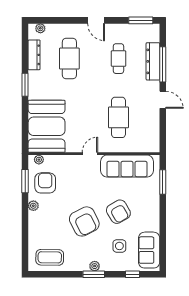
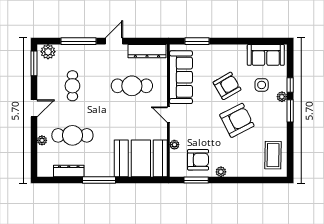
plant: (40, 28) -> (42, 140), moved
plant: (152, 34) -> (48, 52), added
cafe table: (118, 59) -> (72, 86), turned 90
dresser: (153, 61) -> (147, 51), moved
window: (25, 85) -> (99, 180), width x1.44
plant: (39, 160) -> (174, 145), moved
armchair: (45, 183) -> (198, 160), turned 180
plant: (95, 266) -> (282, 97), moved
window: (132, 274) -> (290, 85), moved

